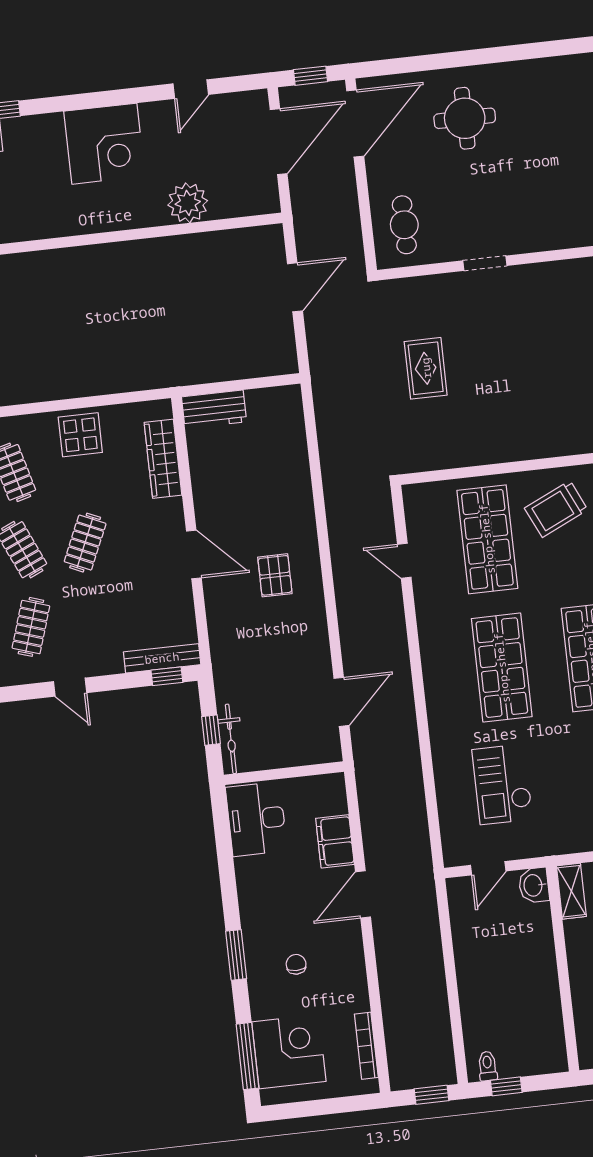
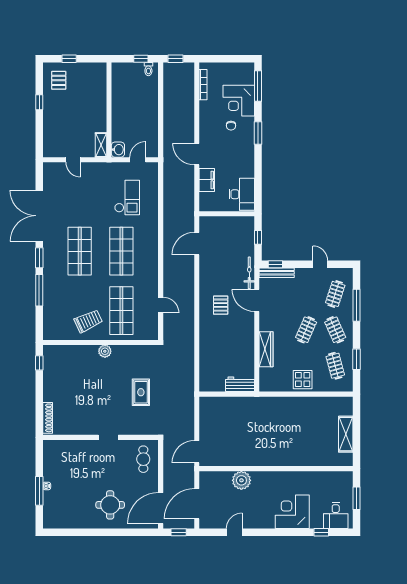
corner desk: (104, 144) -> (292, 512), moved
door: (295, 287) -> (197, 452), moved
plant: (513, 448) -> (105, 351), added
wardrobe: (163, 459) -> (266, 349), moved
door: (194, 555) -> (257, 300), moved
bicycle: (231, 739) -> (249, 273), moved
door: (363, 894) -> (197, 154), swing flipped
corner desk: (289, 1052) -> (239, 101), moved

